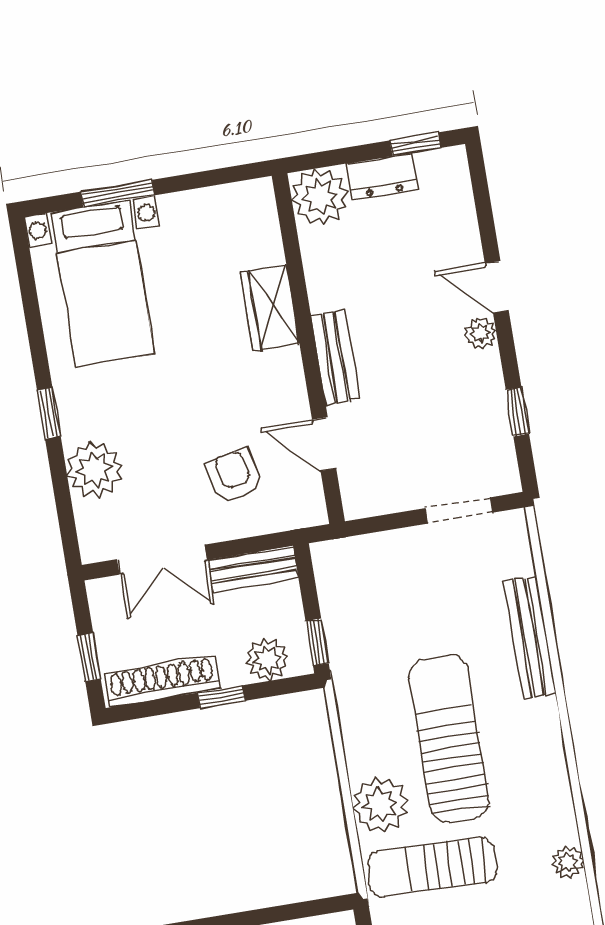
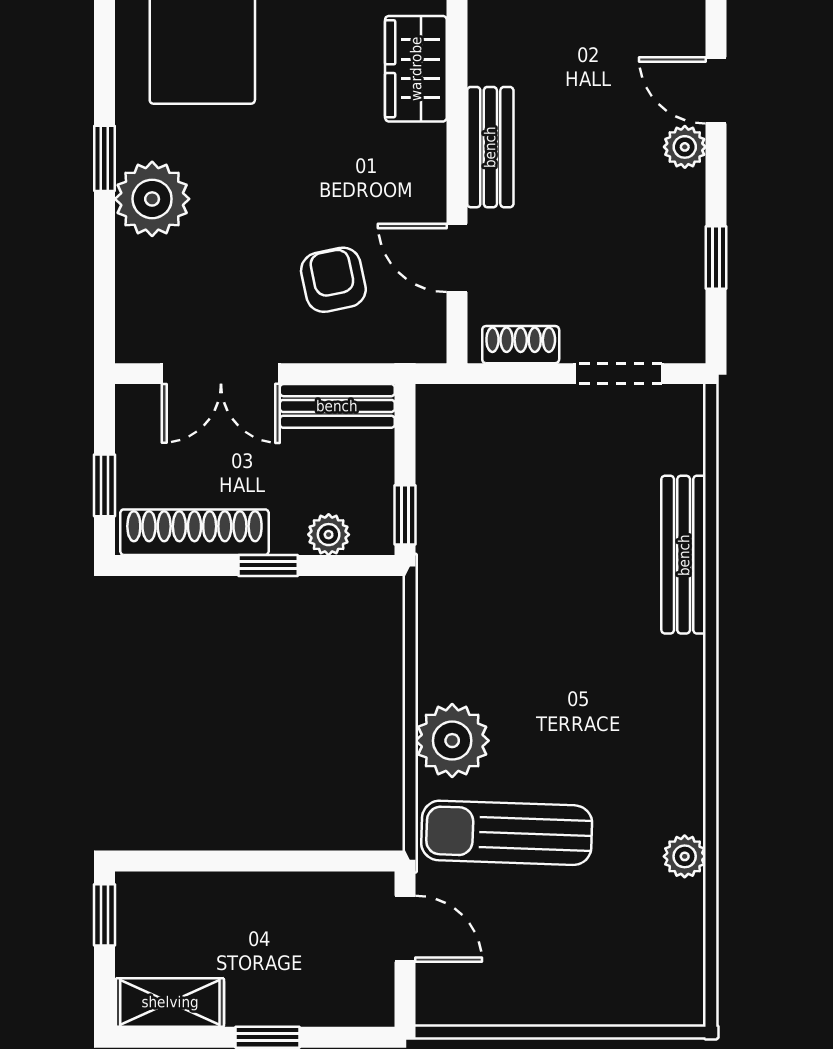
plant: (95, 470) -> (152, 199), moved
shoe rack: (382, 501) -> (521, 345), added
plant: (267, 660) -> (329, 535), width x0.73, depth x0.73
sun lounger: (449, 739) -> (556, 669), removed

